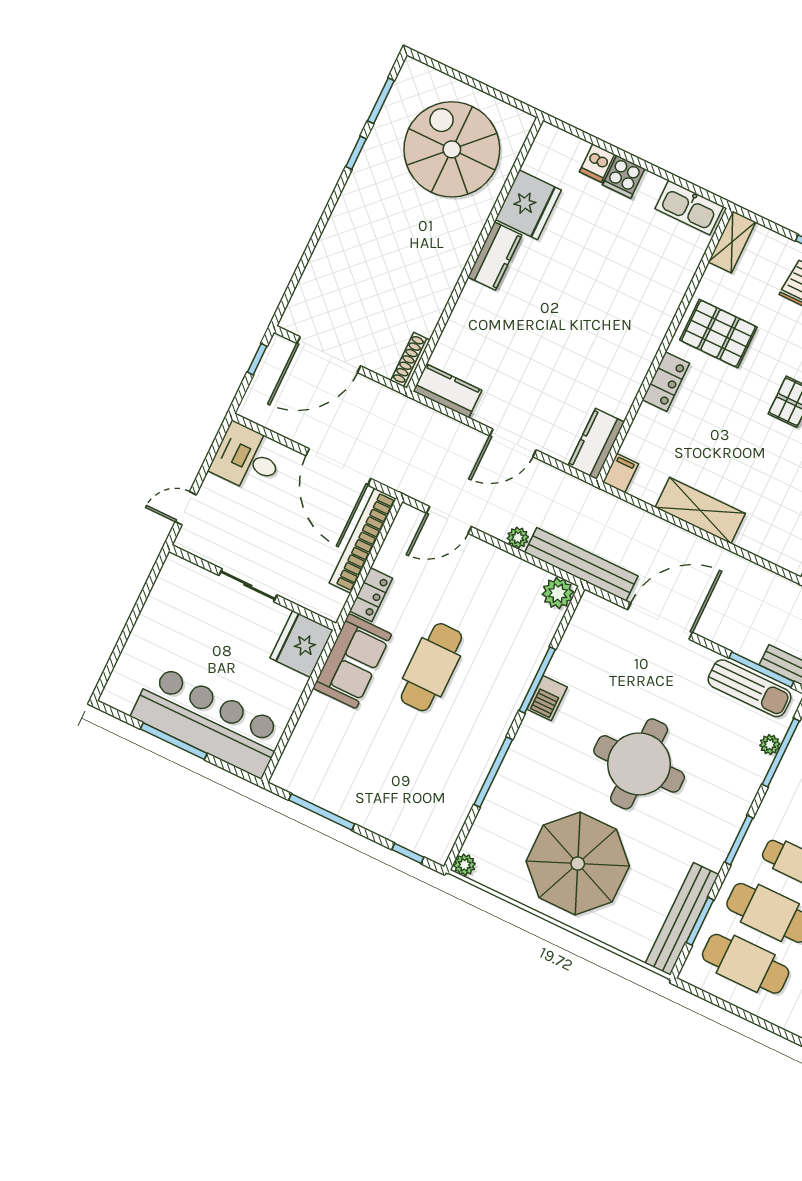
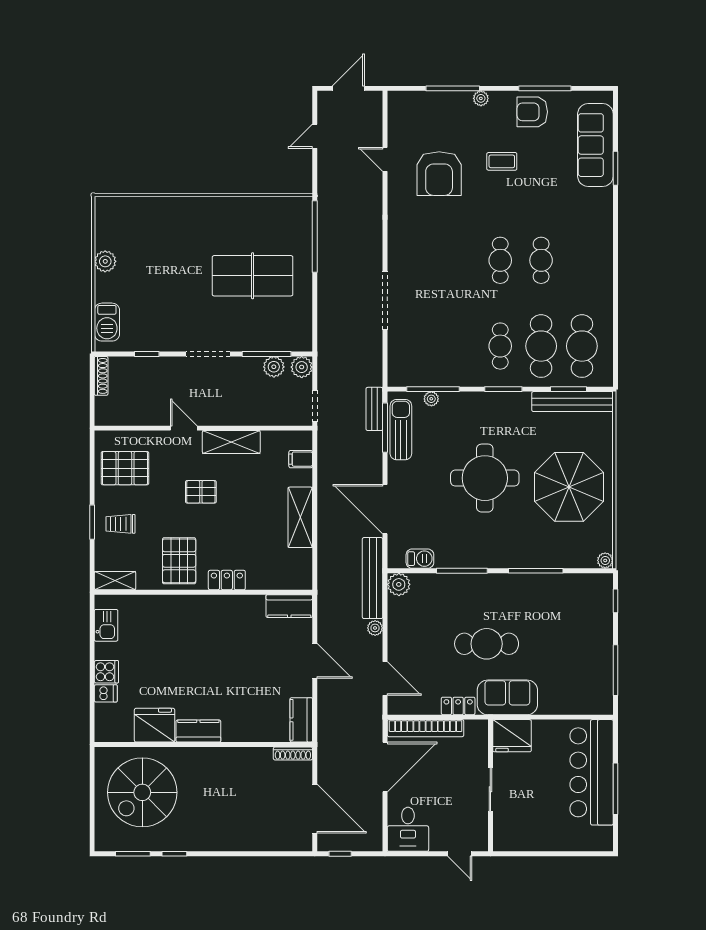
kitchen sink: (689, 208) -> (106, 625), width x0.73
filing cabinet: (621, 473) -> (301, 459), moved
barbecue: (547, 698) -> (420, 559), moved

